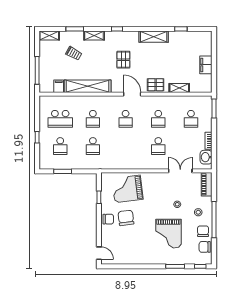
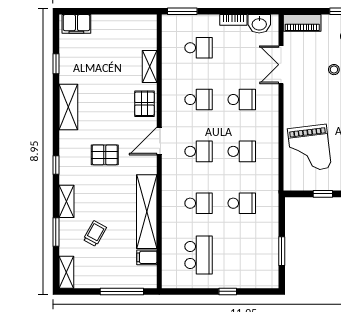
filing cabinet: (206, 65) -> (76, 24), moved
school desk: (60, 146) -> (242, 151), moved

